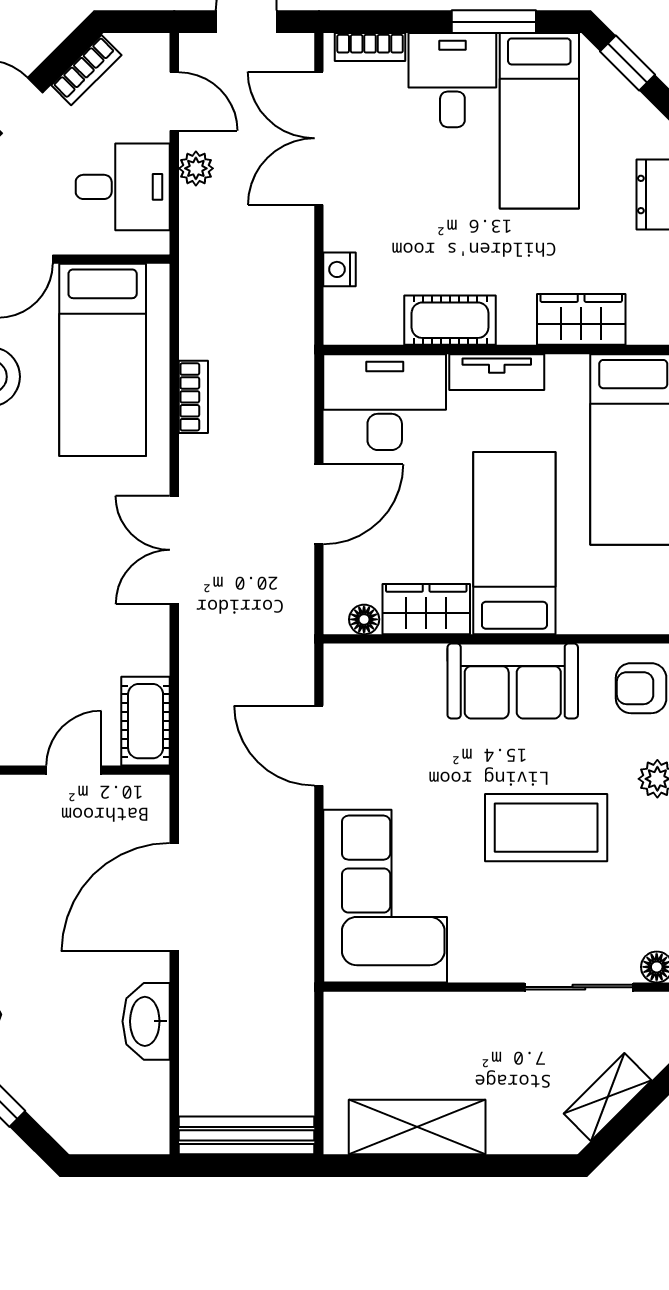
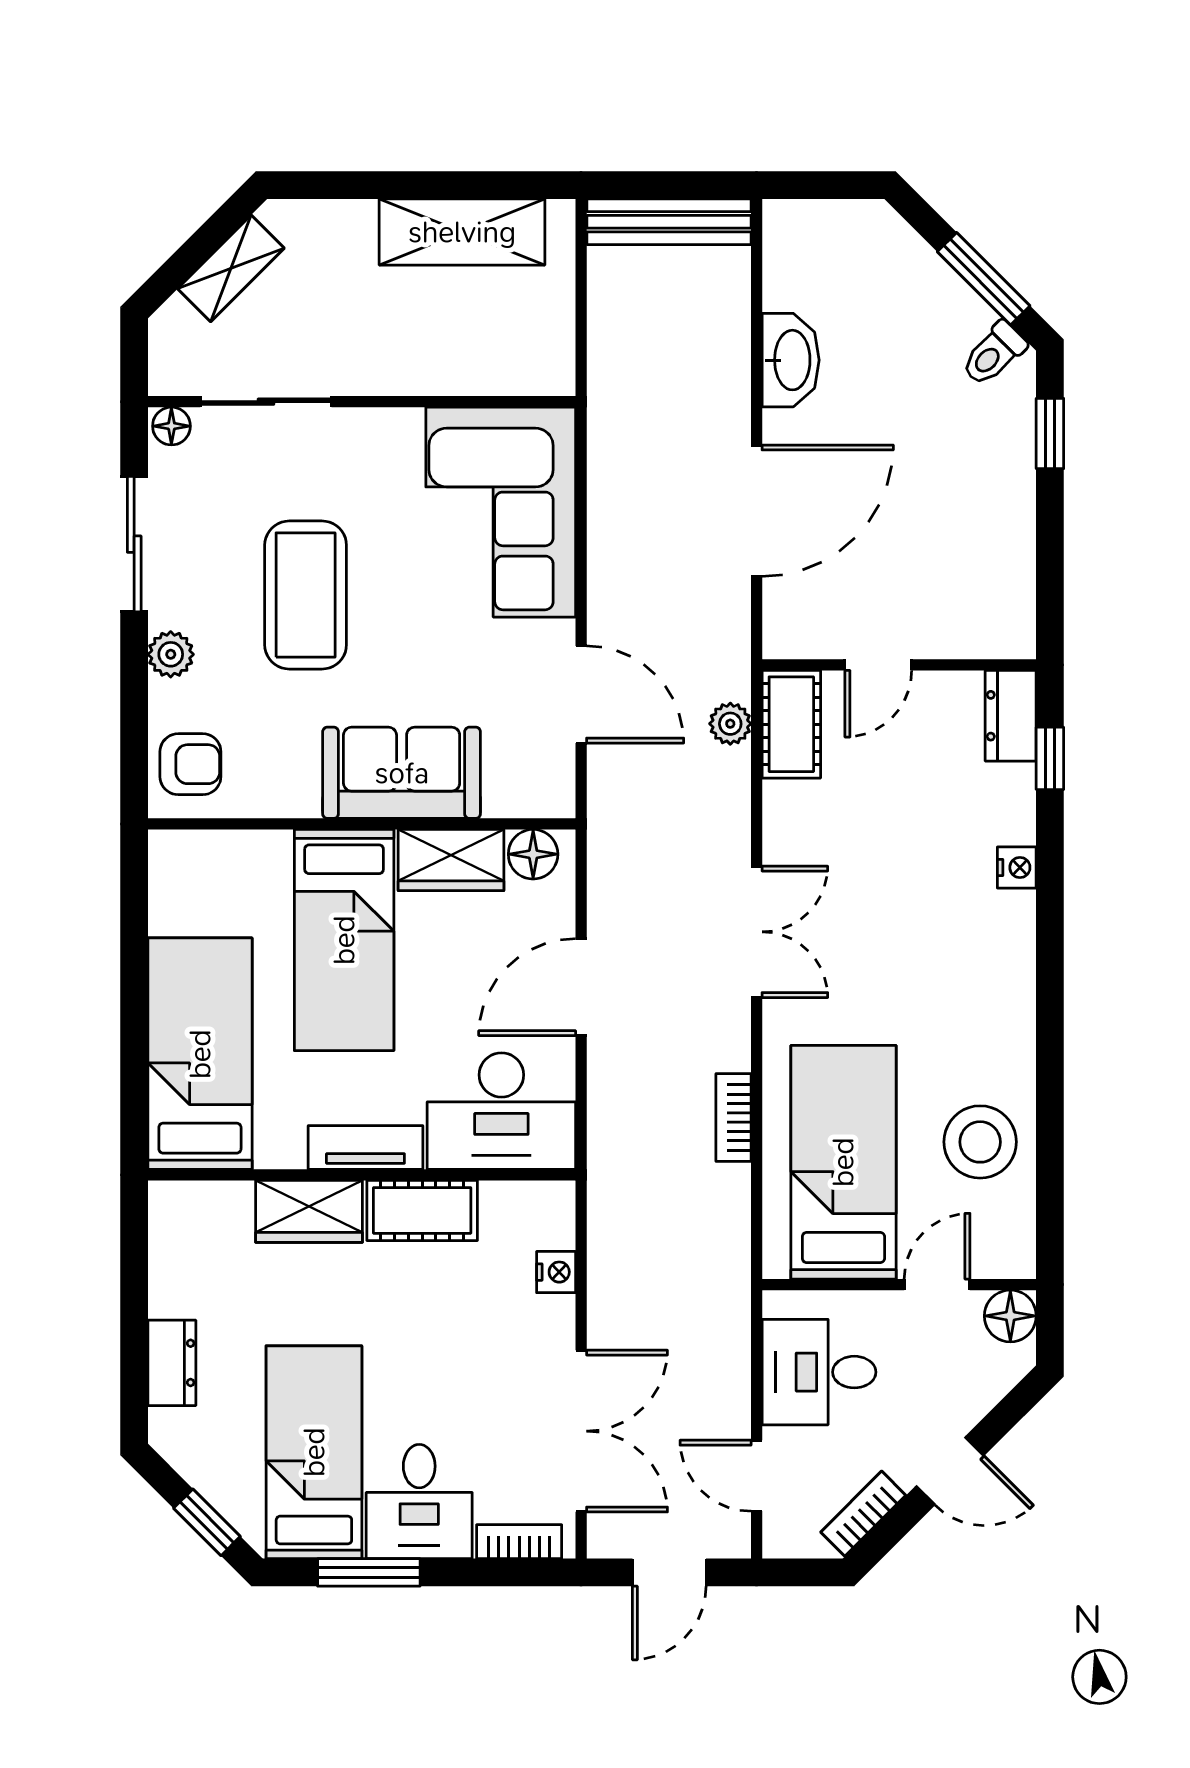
plant: (196, 168) -> (730, 724), moved
wardrobe: (581, 319) -> (309, 1211), moved
floor lamp: (364, 619) -> (533, 854), width x1.37, depth x1.37
sofa: (513, 681) -> (402, 773), moved
coffee table: (546, 828) -> (306, 595), turned 90

